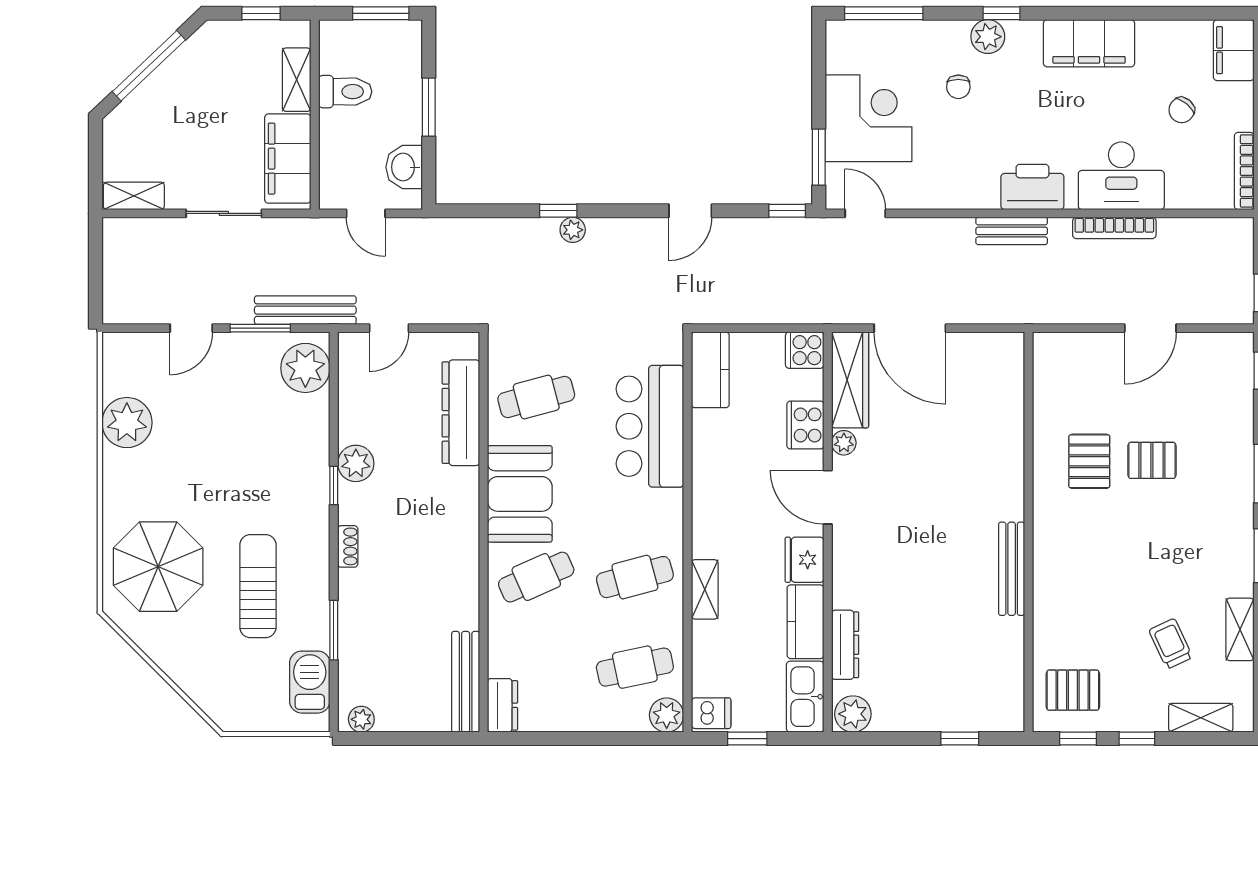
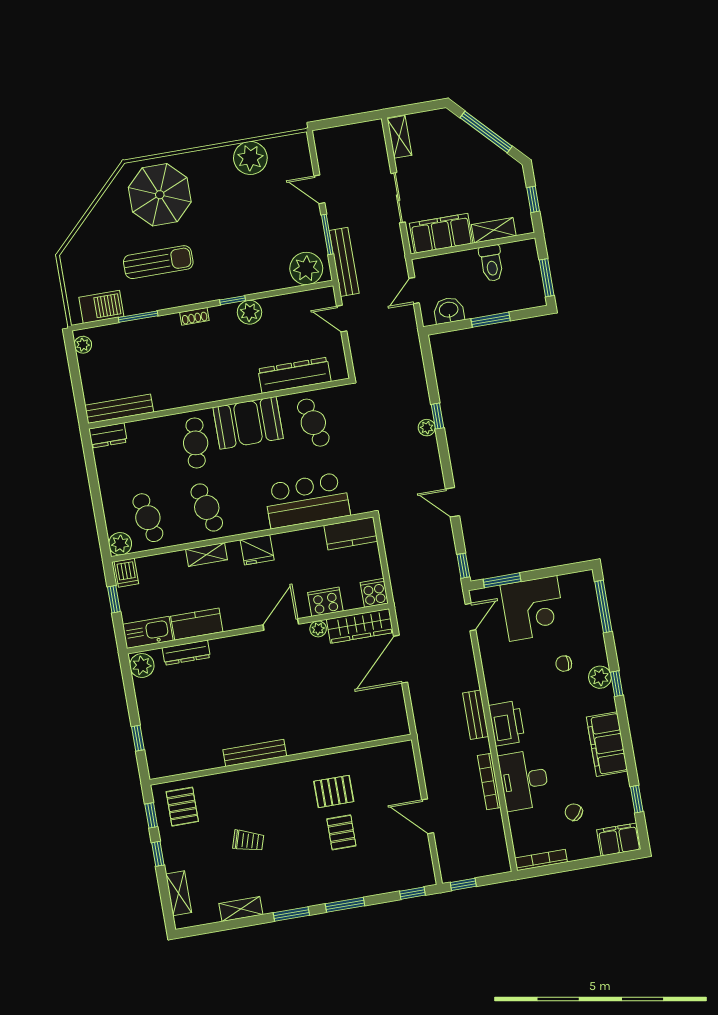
window: (1178, 13) -> (637, 799), added
fridge: (804, 560) -> (257, 550), moved, turned 180
cafe table: (536, 577) -> (196, 443), turned 30
trolley: (1171, 644) -> (248, 841), moved, turned 42

